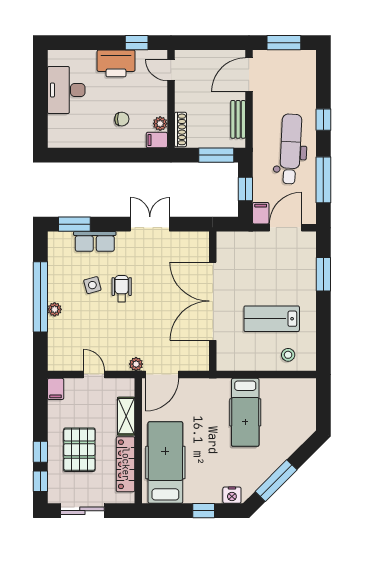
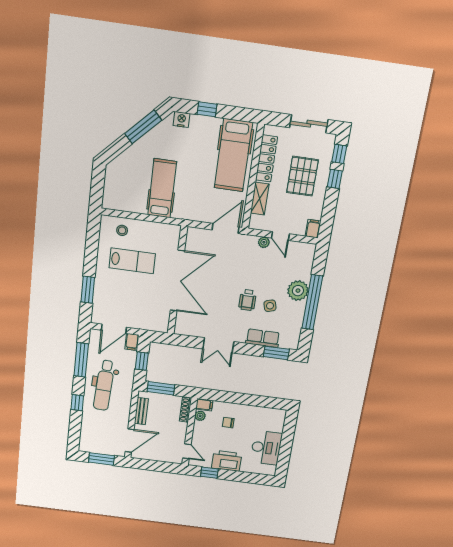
plant: (55, 309) -> (298, 291), width x1.88, depth x1.88
plant: (136, 364) -> (264, 242), moved

